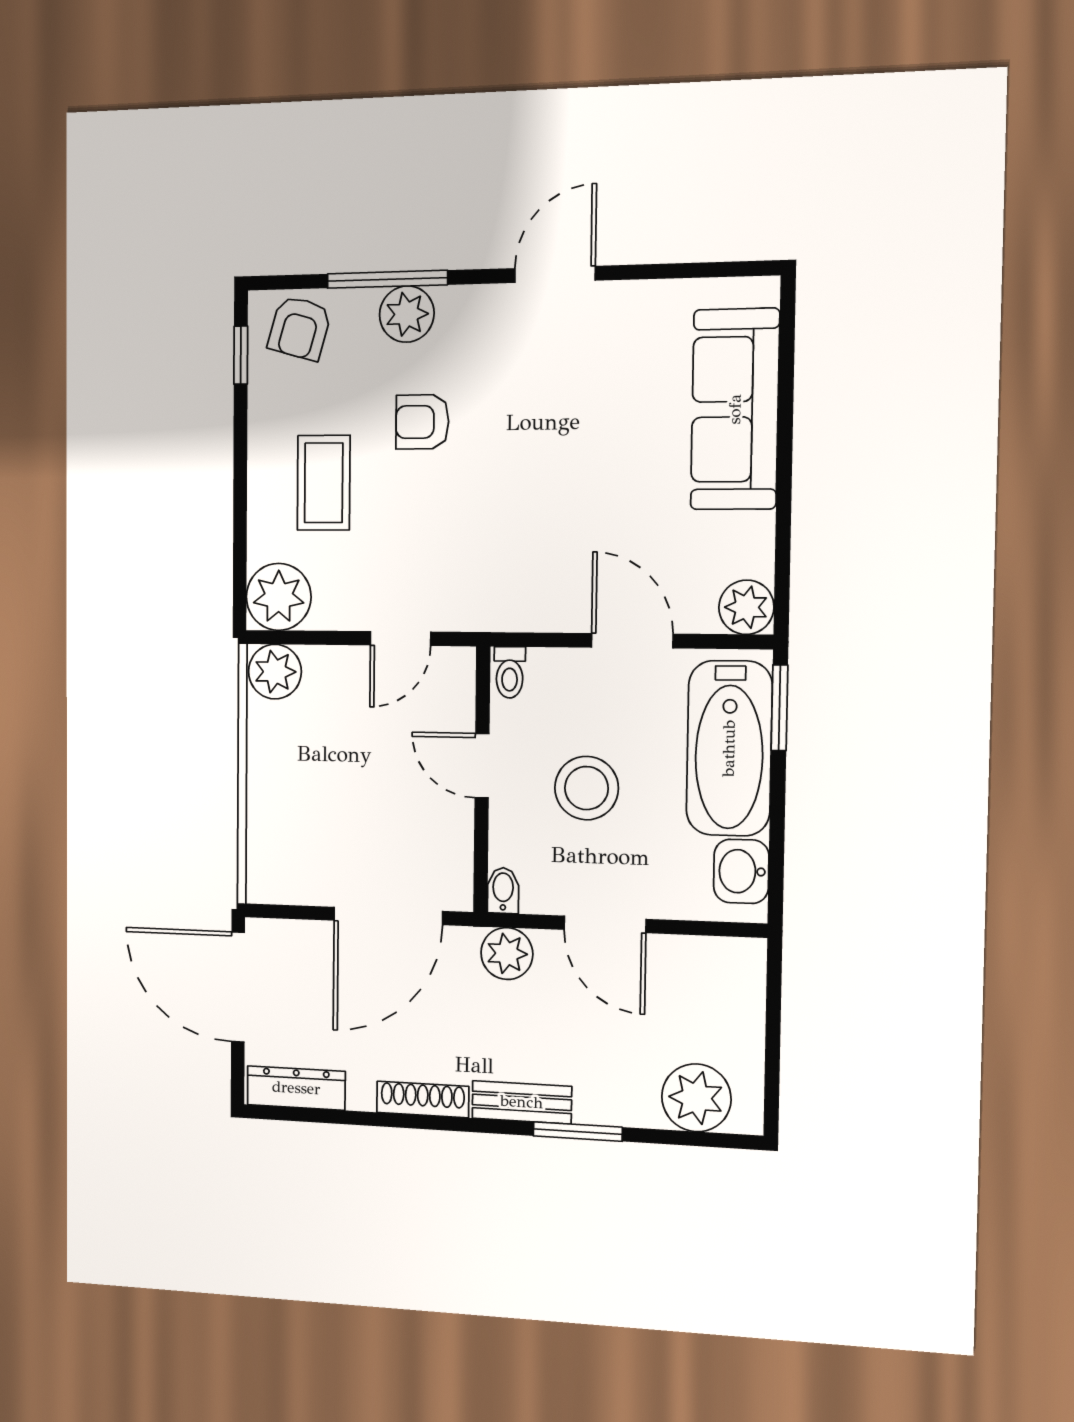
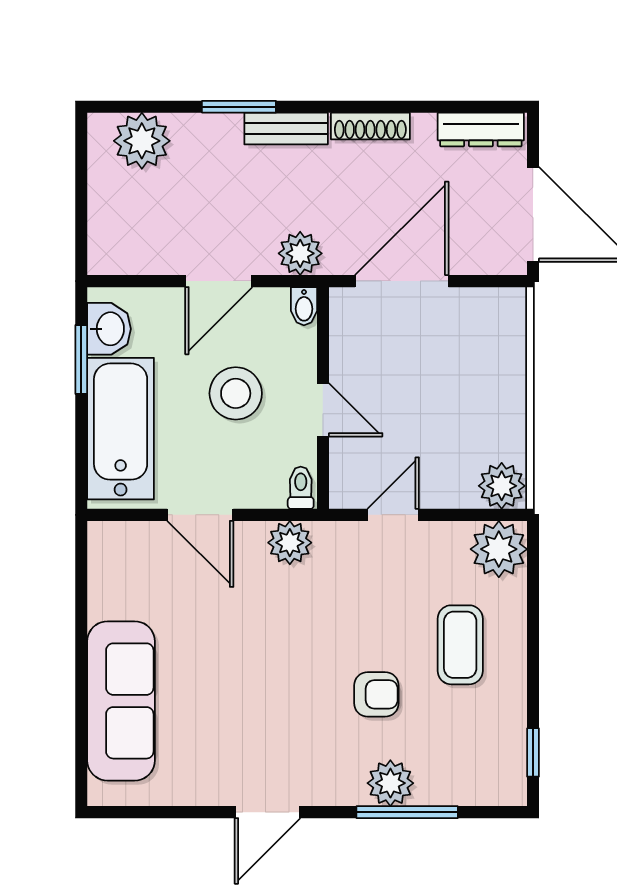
armchair: (300, 328) -> (482, 774), removed
plant: (746, 607) -> (290, 543), moved
window: (779, 708) -> (81, 359), moved
door: (605, 924) -> (219, 281), swing flipped

